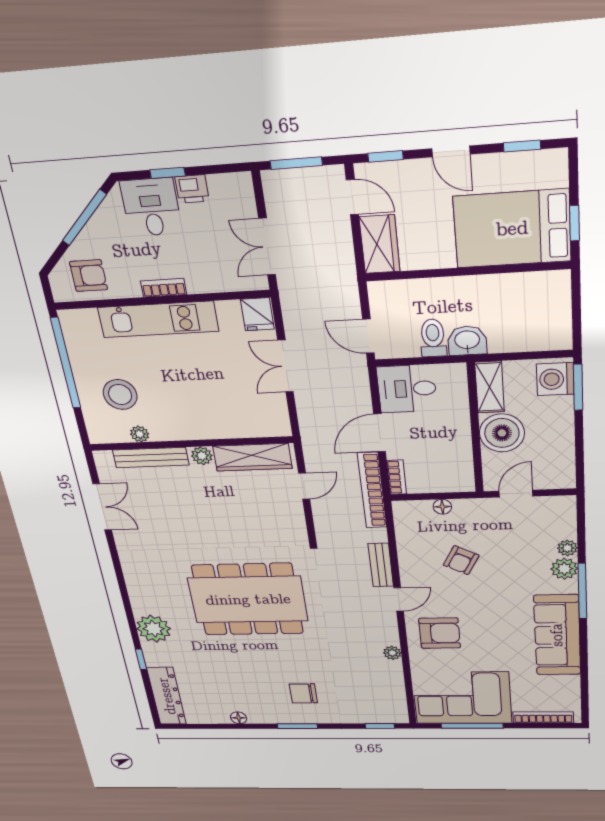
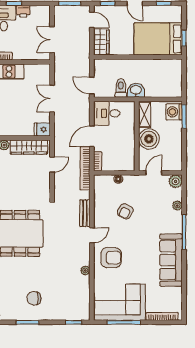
fridge: (257, 314) -> (42, 129), moved, turned 90
plant: (564, 569) -> (176, 181), moved

